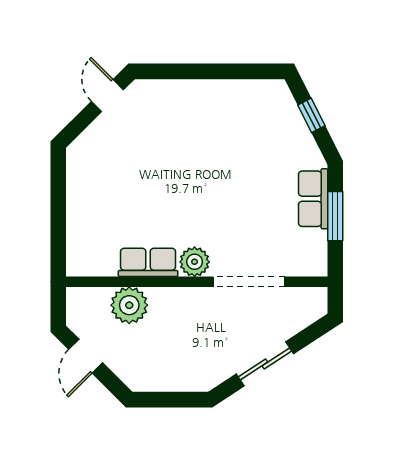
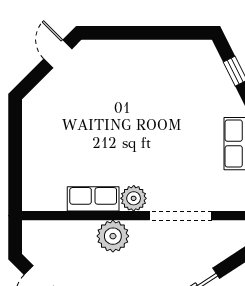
plant: (129, 305) -> (113, 236), moved

